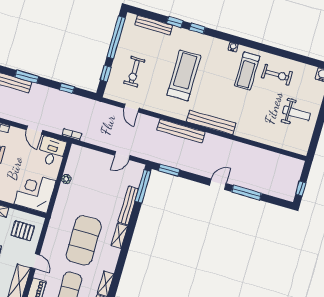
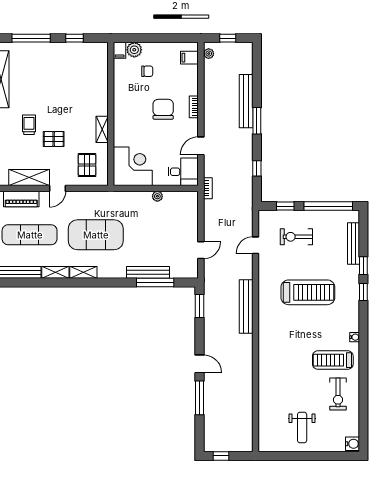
bench: (211, 122) -> (265, 337), removed
door: (122, 155) -> (201, 250), swing flipped
window: (143, 186) -> (155, 283), moved
shelving: (119, 236) -> (83, 272), moved

